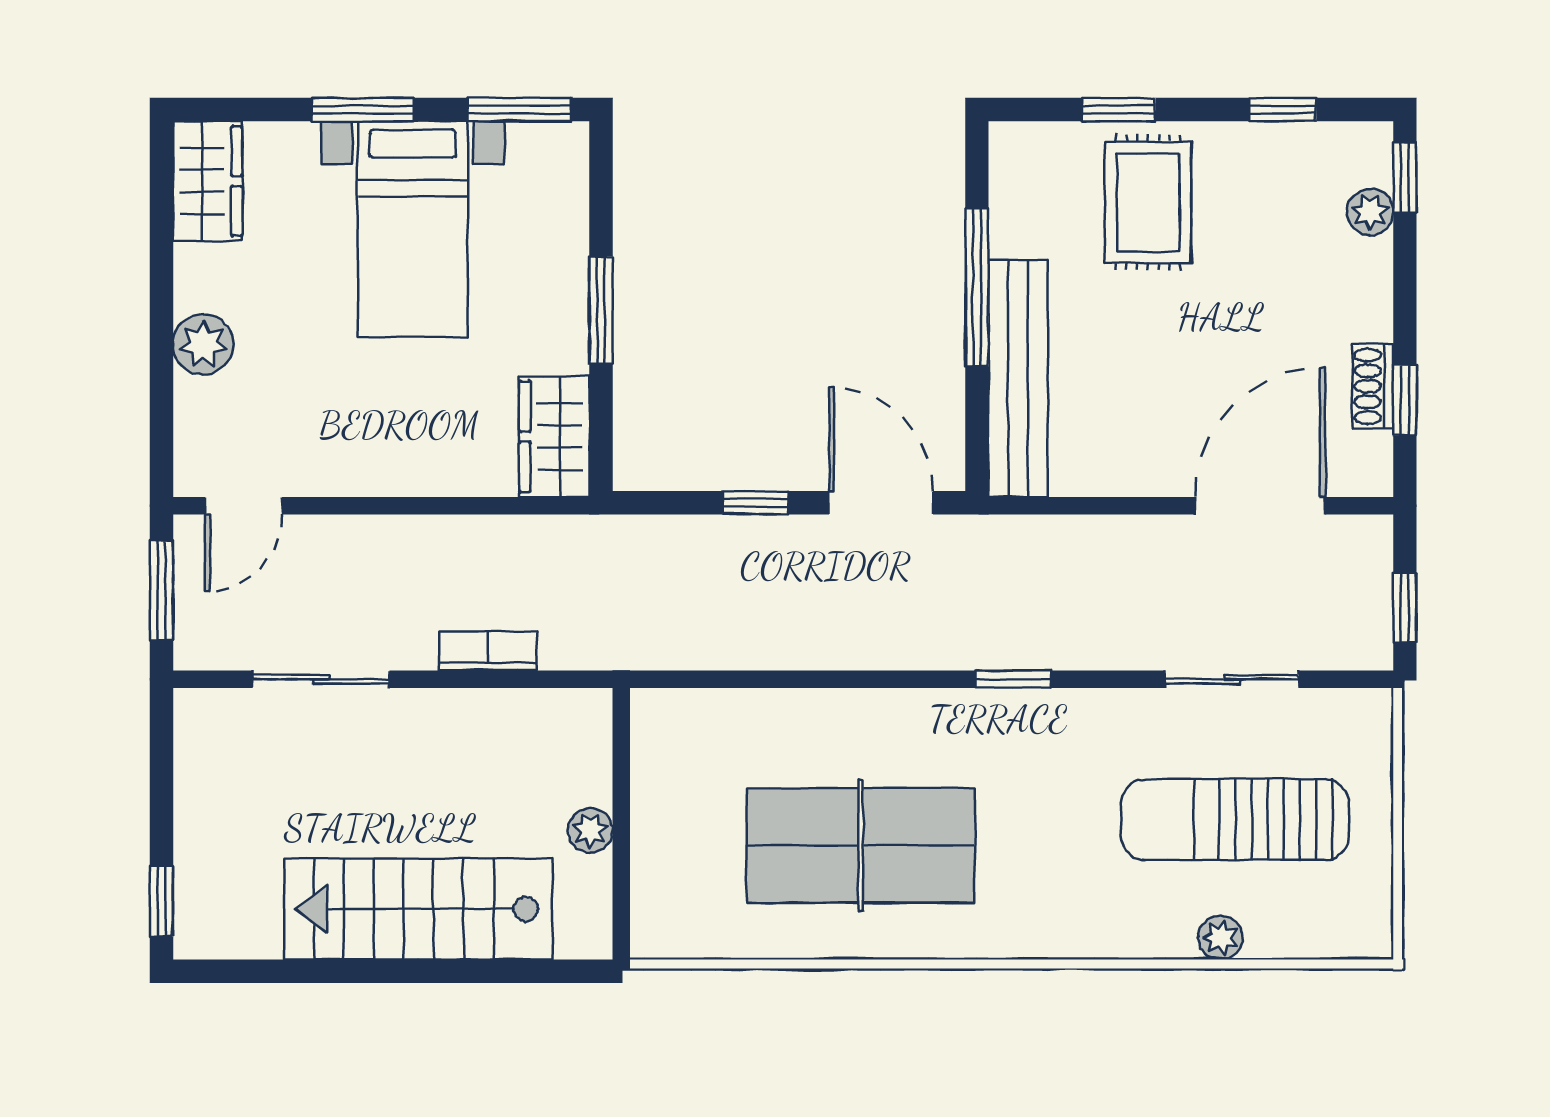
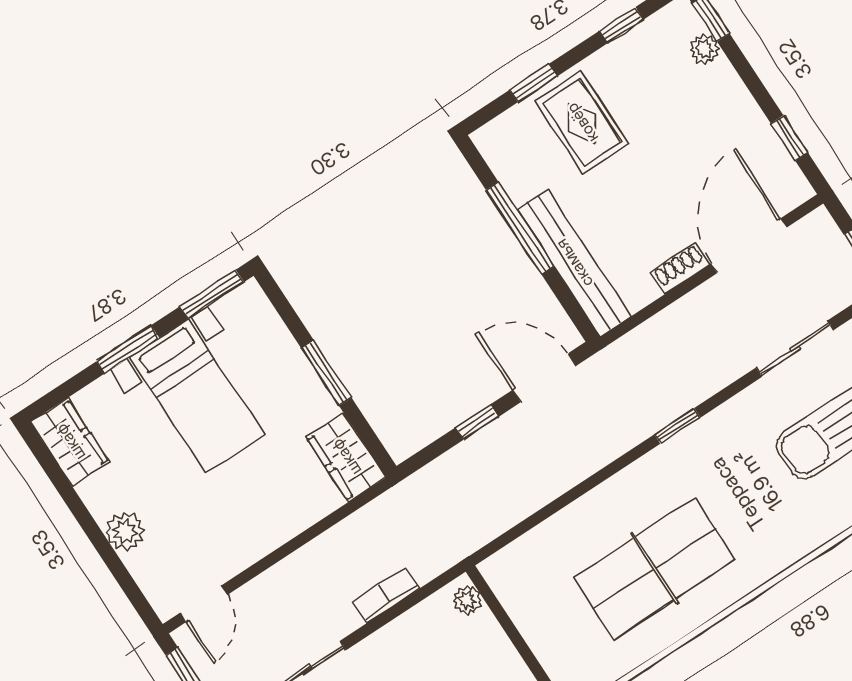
shoe rack: (1373, 386) -> (680, 268), moved, turned 90
plant: (590, 830) -> (467, 600), moved

